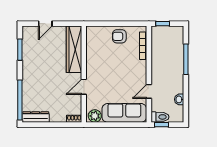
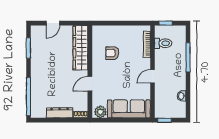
armchair: (119, 36) -> (112, 53), moved
door: (149, 91) -> (152, 76), moved
dresser: (36, 117) -> (60, 113), moved
toilet: (160, 117) -> (163, 43), moved

